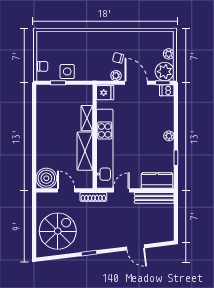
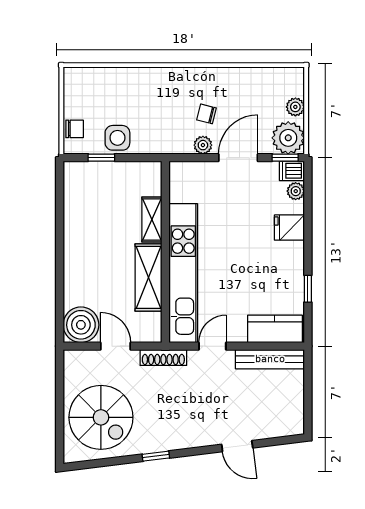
door: (136, 83) -> (238, 158), hinge flipped
fridge: (105, 93) -> (289, 228), moved, turned 180
plant: (169, 136) -> (296, 191), moved
spiral stairs: (58, 231) -> (101, 417), turned 90

